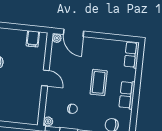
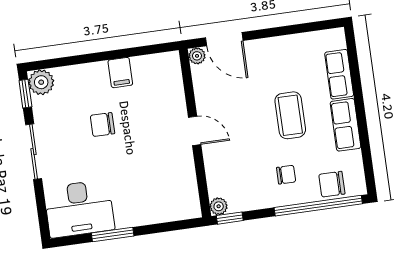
filing cabinet: (33, 39) -> (120, 73), moved
row of seats: (132, 55) -> (339, 74), moved
chair: (72, 109) -> (286, 175), moved

